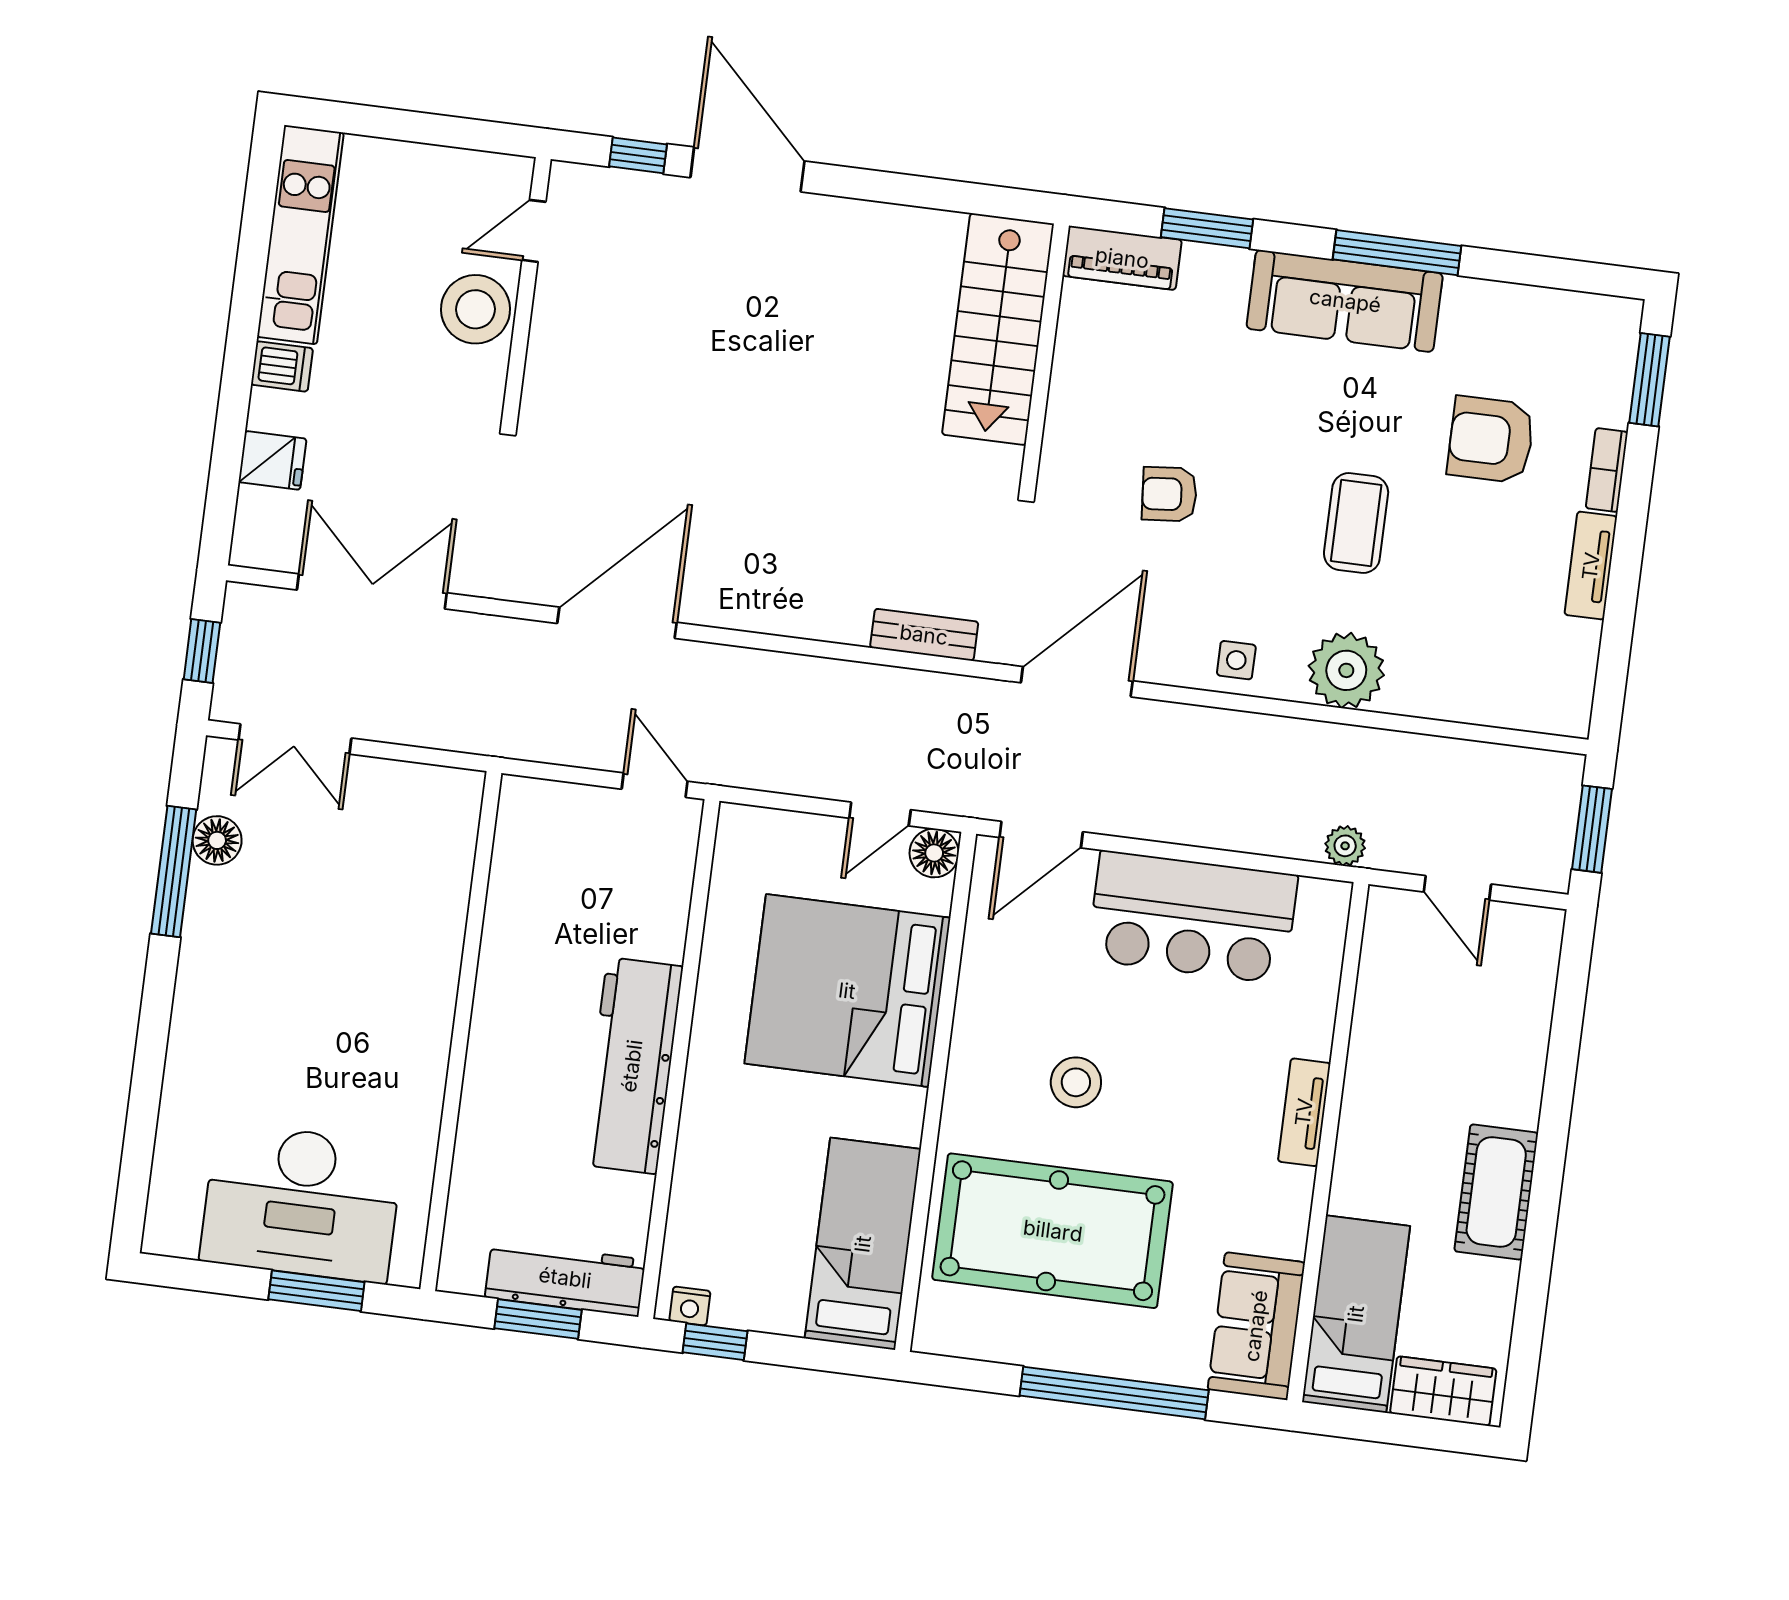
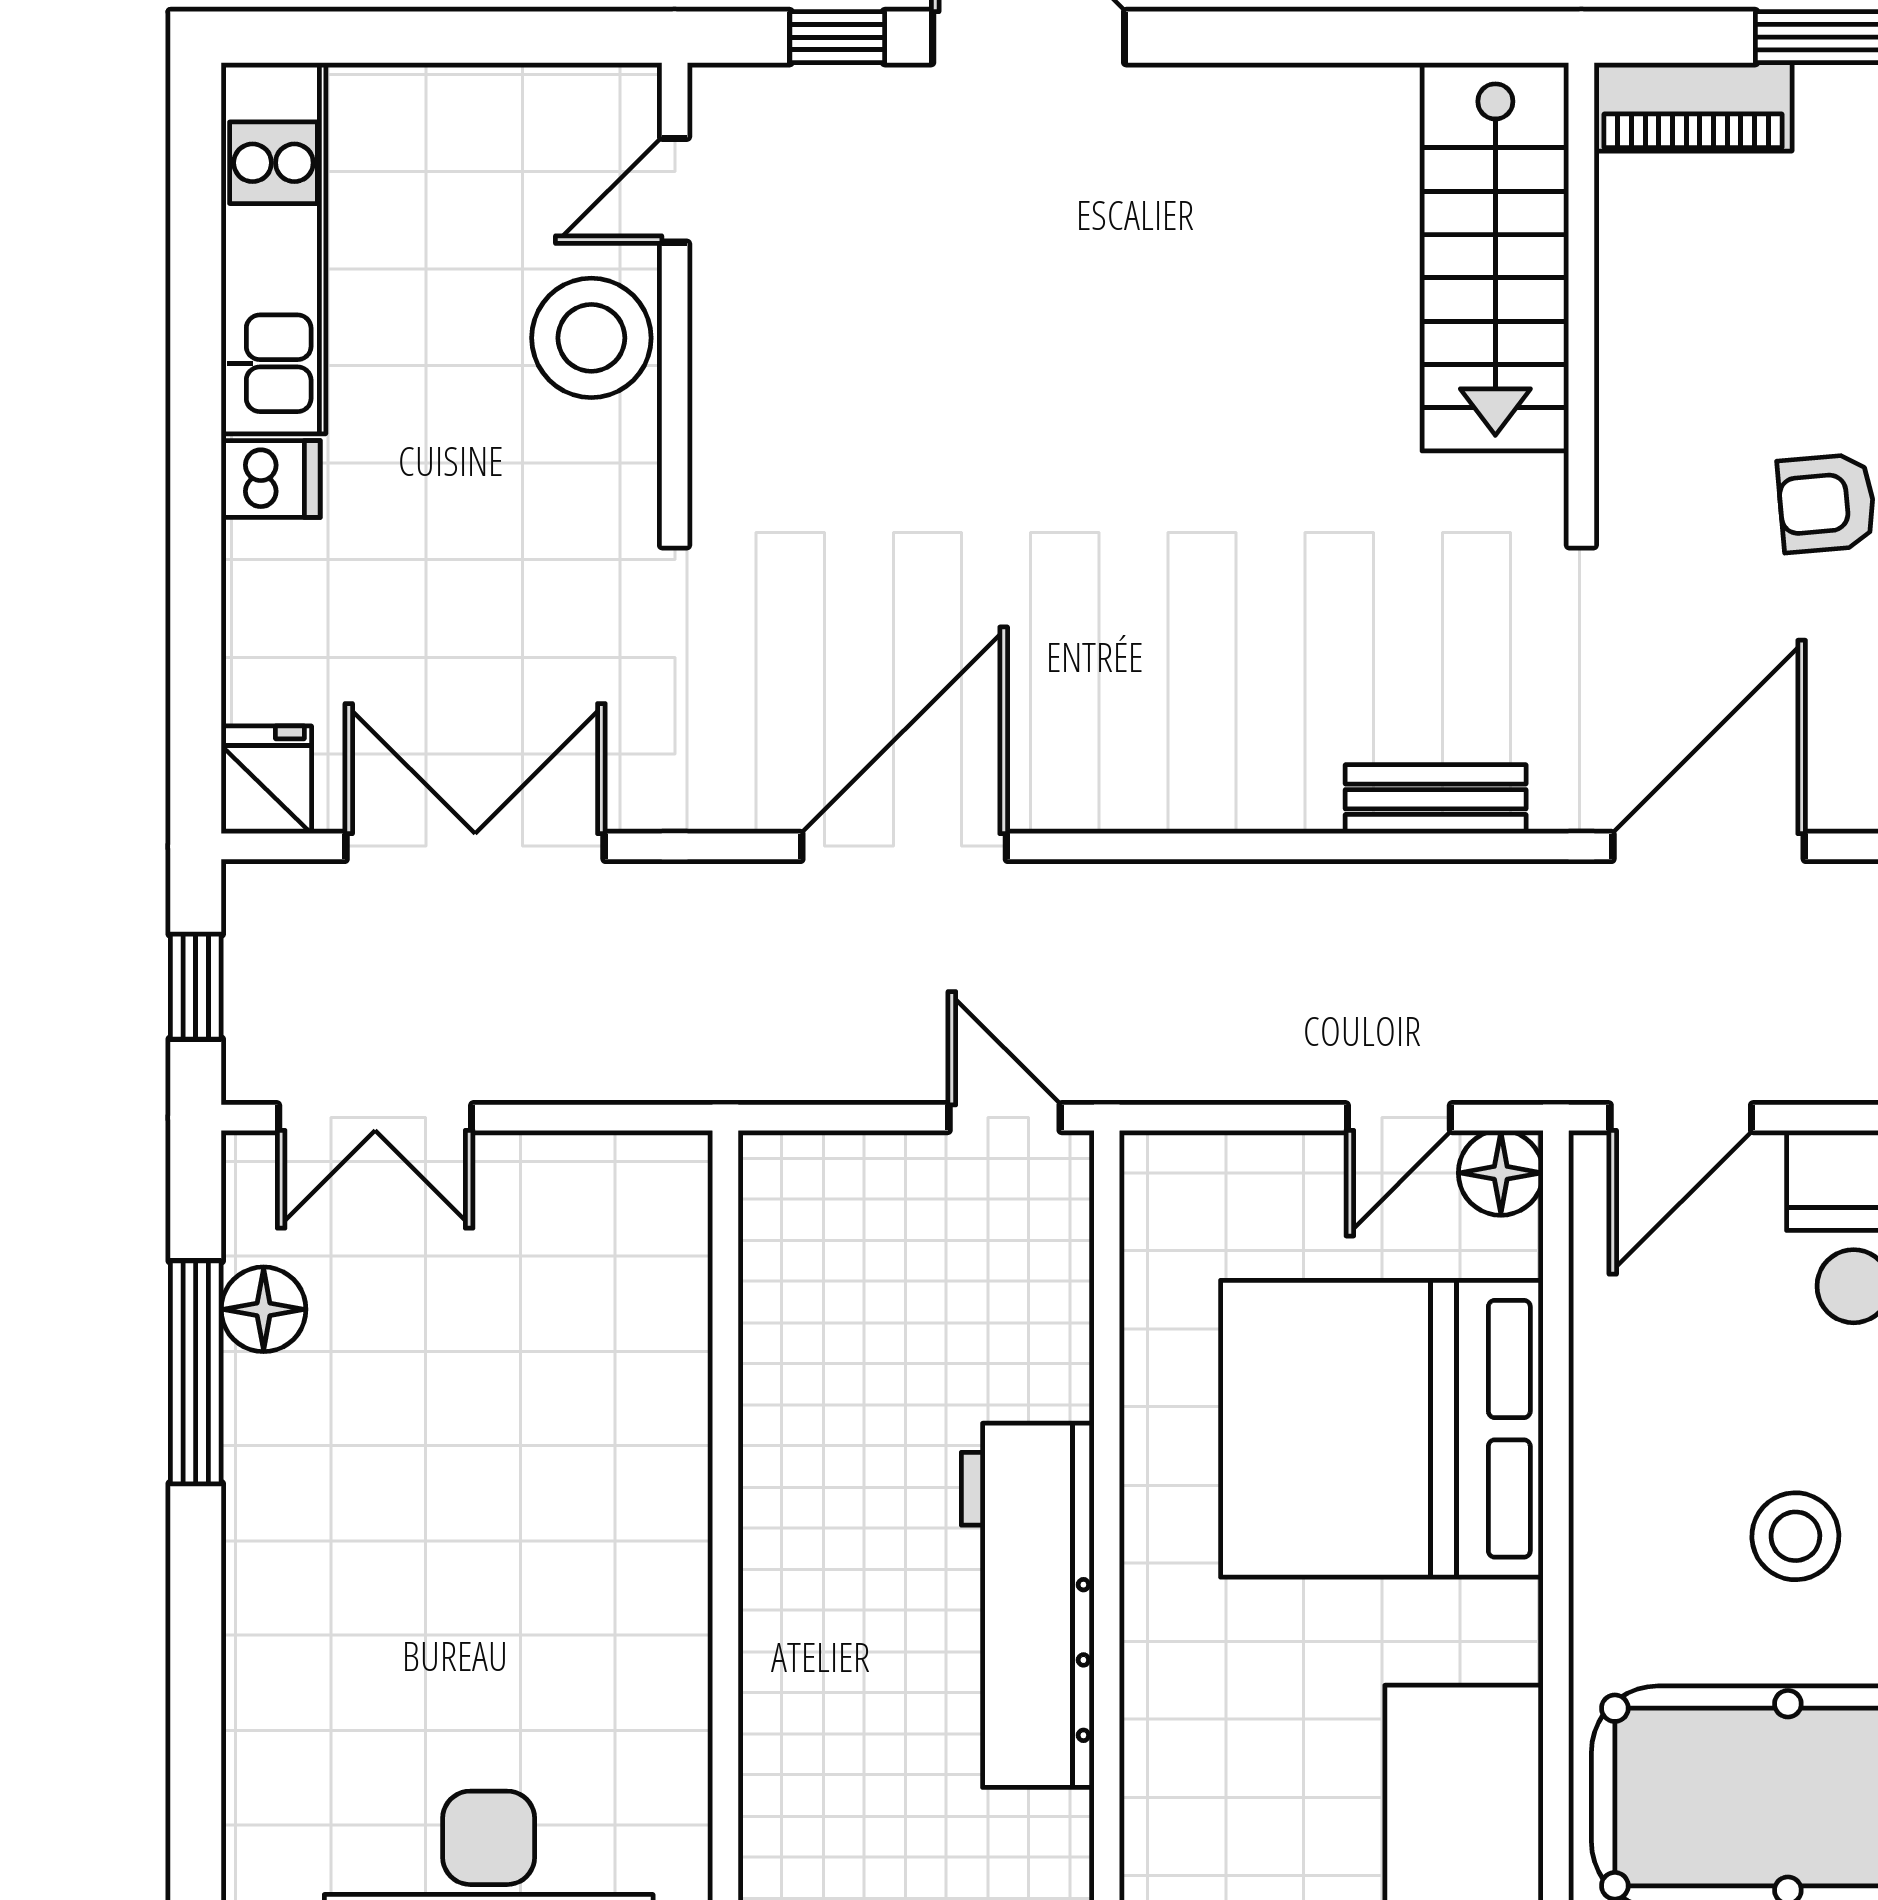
fridge: (272, 460) -> (266, 780), moved, turned -90

